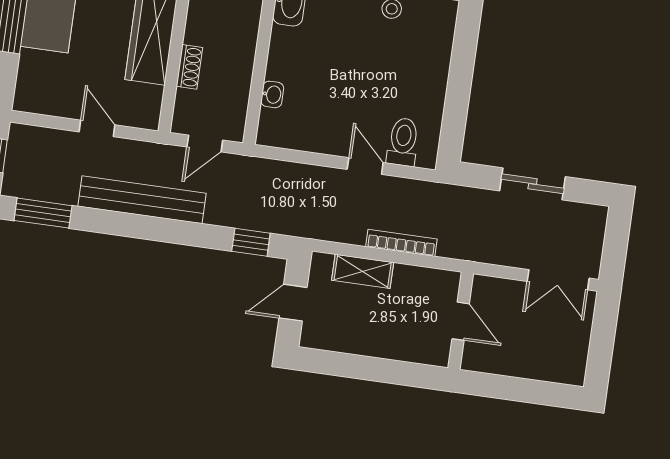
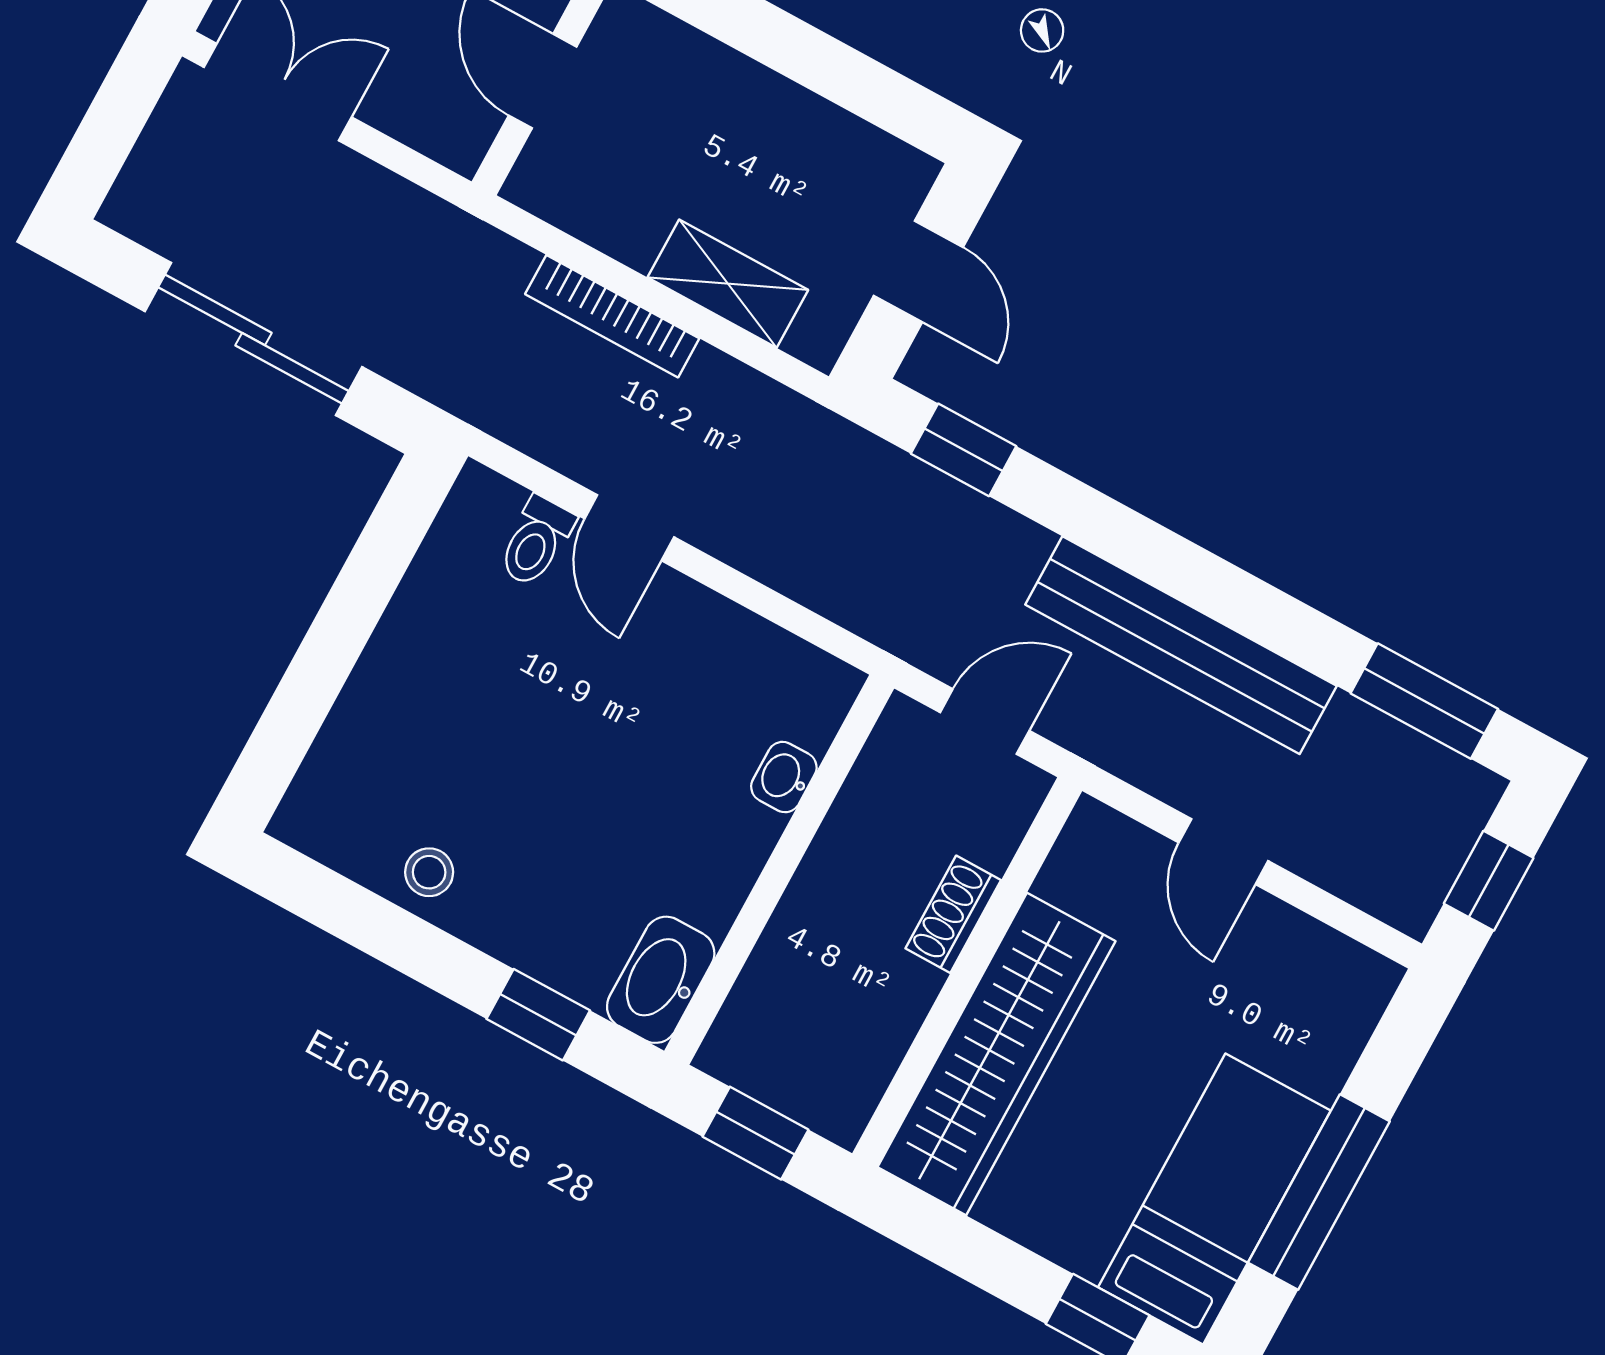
toilet: (403, 142) -> (536, 541), width x0.73, depth x0.72
sliding door: (533, 184) -> (253, 339), width x1.37
door: (293, 303) -> (918, 271), hinge flipped

